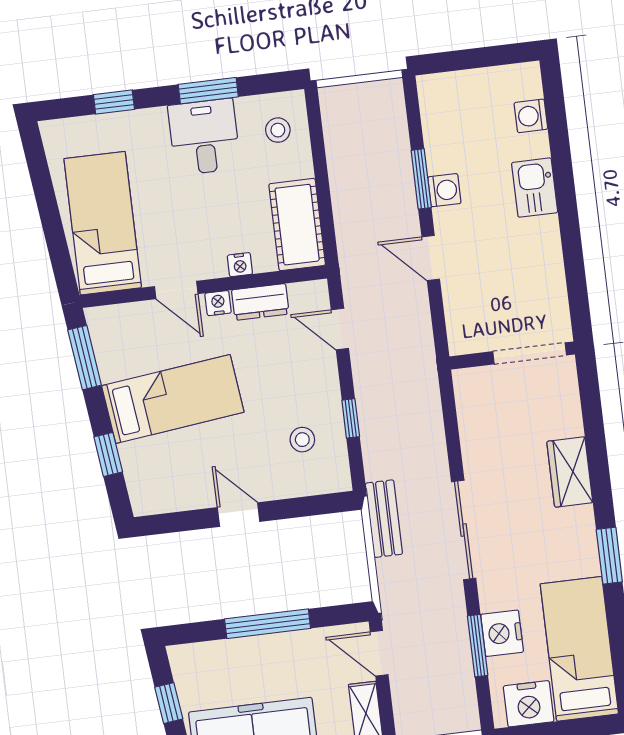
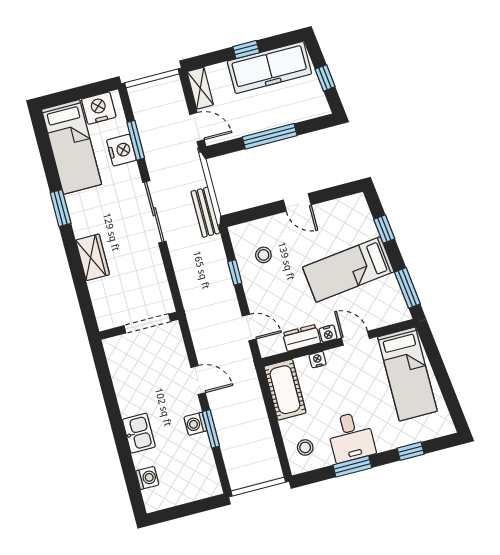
doorway: (530, 353) -> (147, 323), moved

